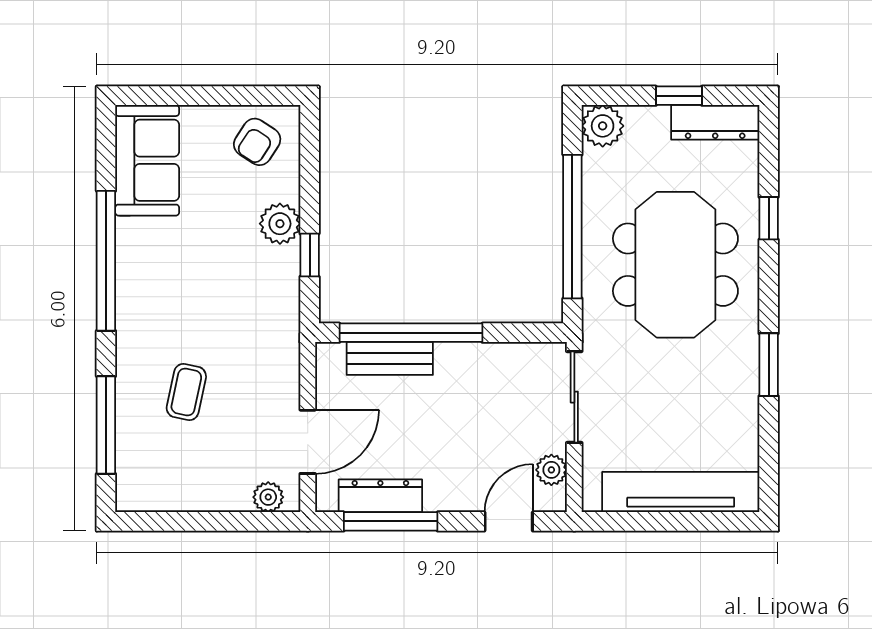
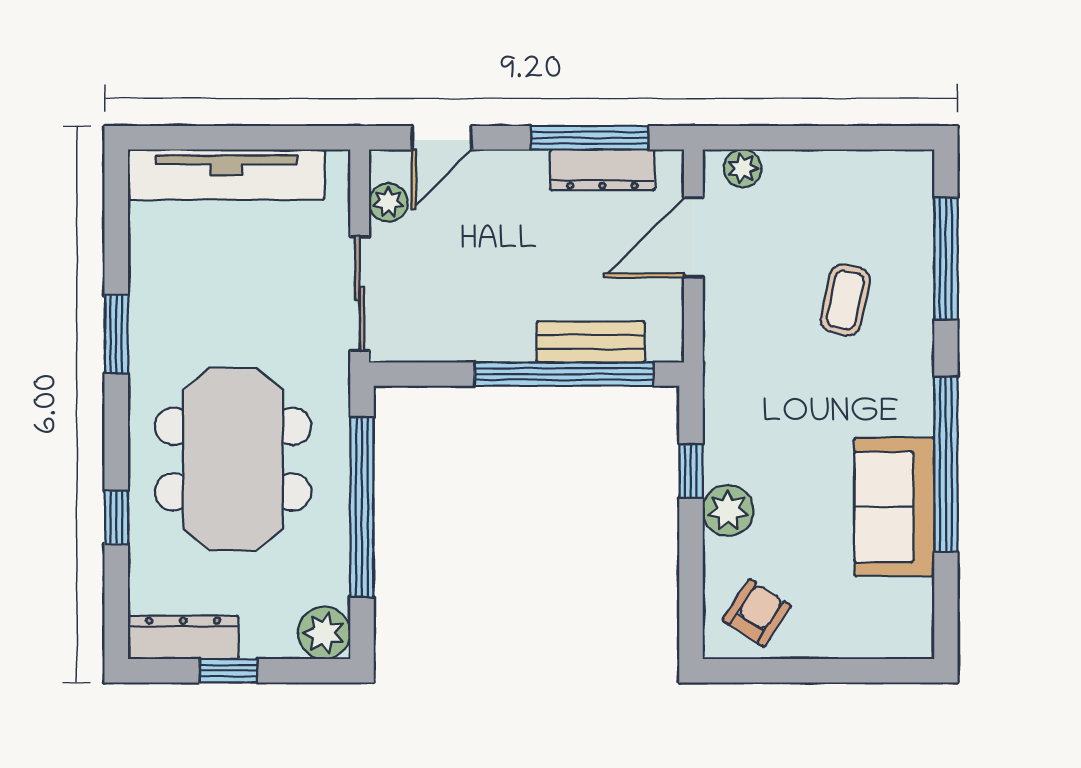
sofa: (147, 160) -> (894, 507), moved

